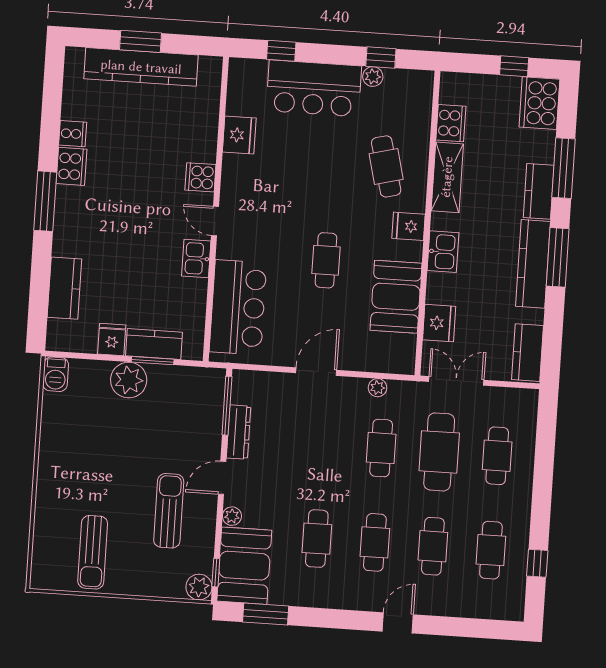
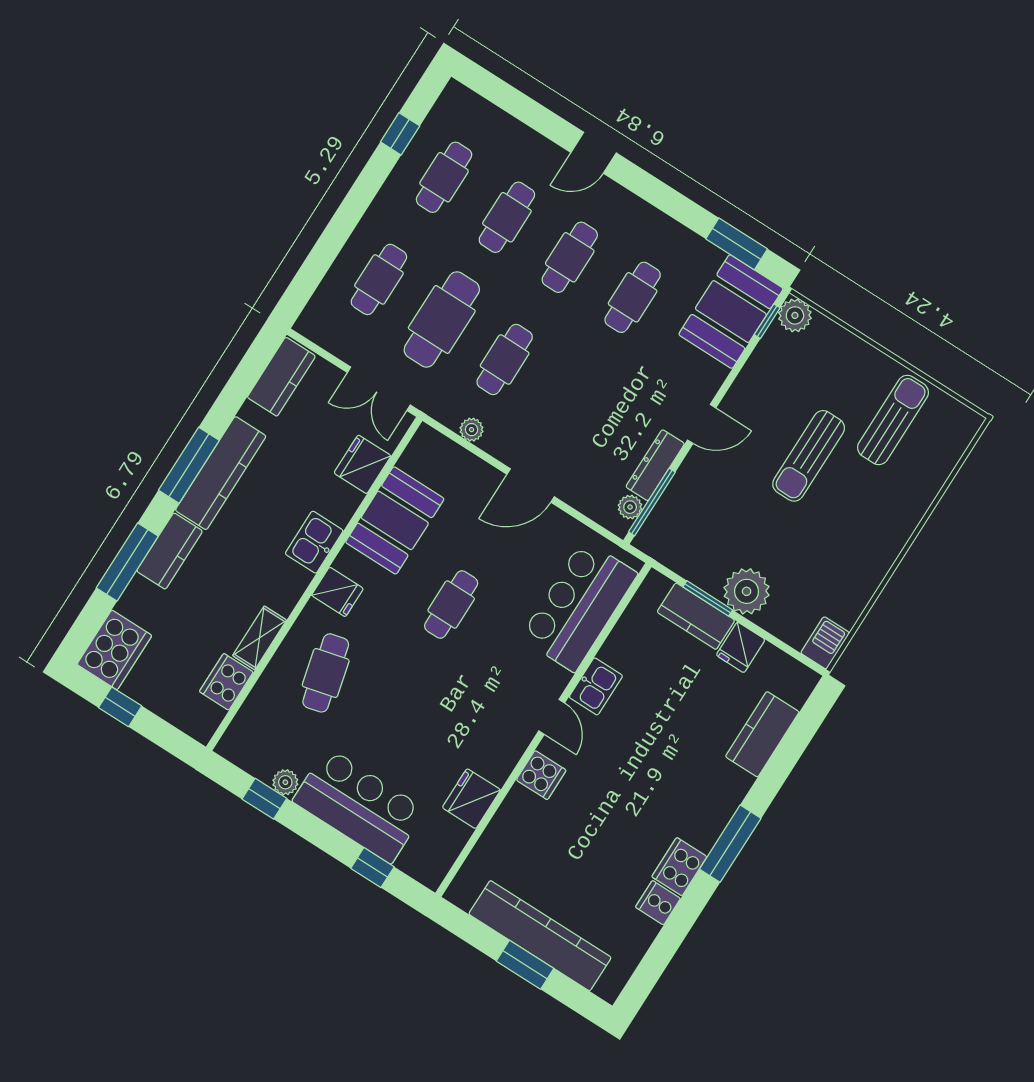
shelving: (447, 177) -> (260, 638), width x0.67, depth x0.75
sun lounger: (169, 511) -> (809, 456), moved
plant: (232, 516) -> (630, 507), moved

